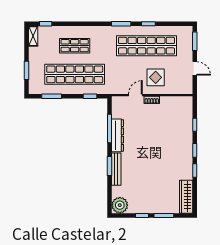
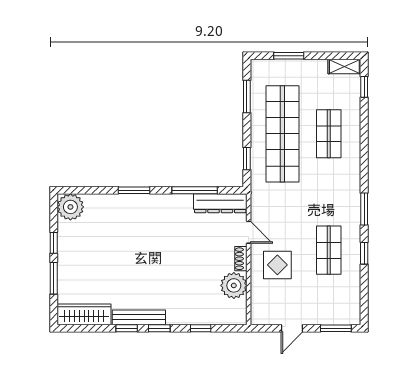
shop shelf: (146, 46) -> (329, 250), width x0.50, depth x0.74
plant: (168, 104) -> (234, 285), added
dresser: (117, 135) -> (220, 203), moved
bench: (116, 169) -> (139, 317), moved

